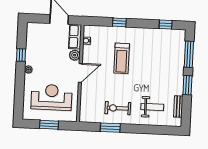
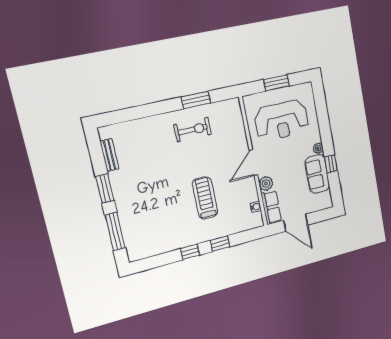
window: (166, 25) -> (190, 252), moved
sofa: (34, 51) -> (317, 174), added
weight bench: (152, 107) -> (146, 144), removed

